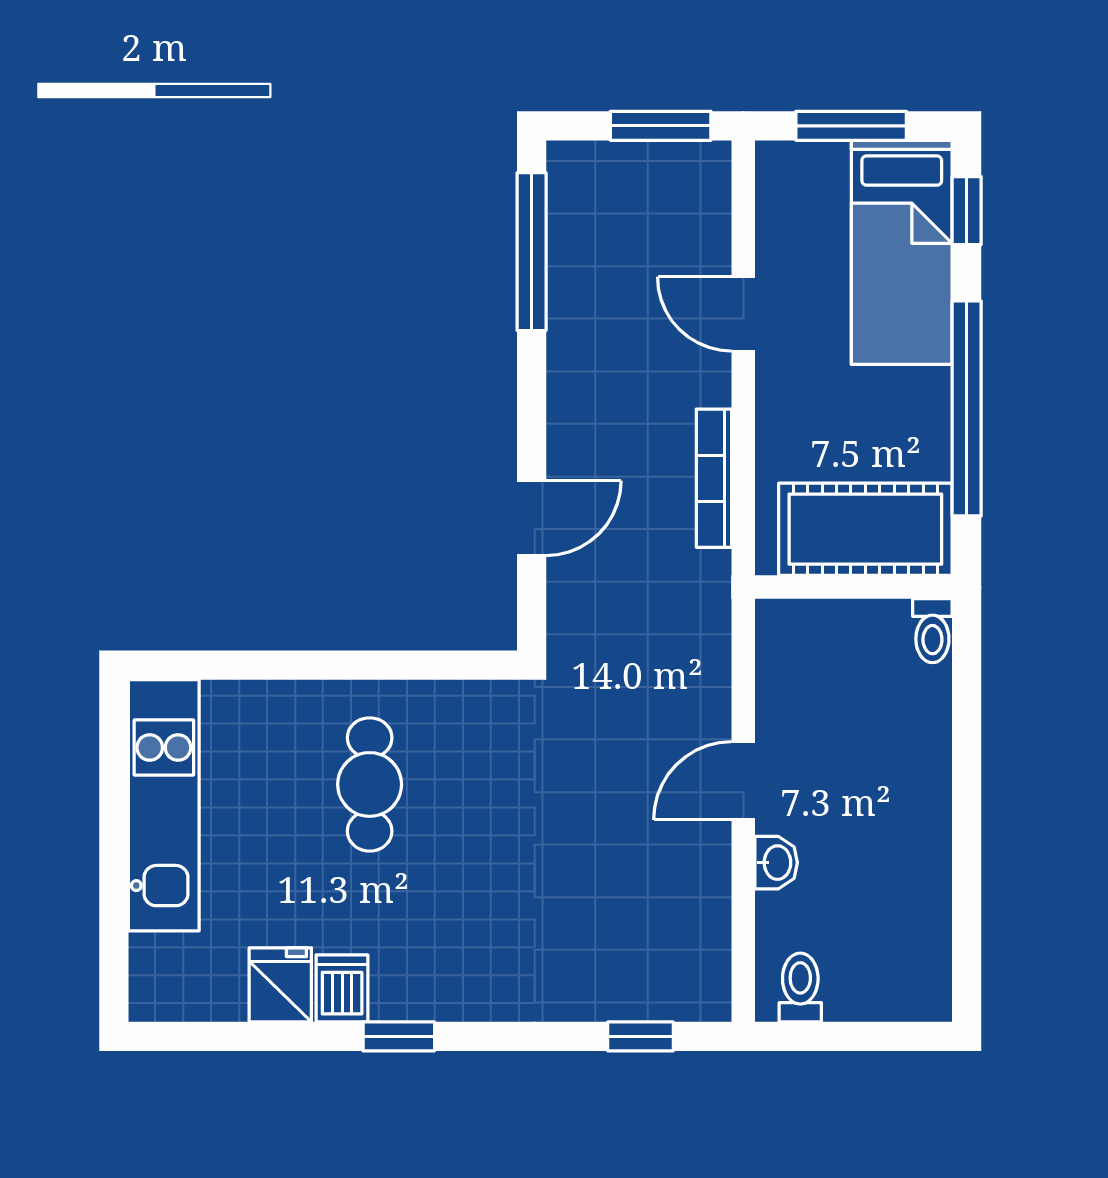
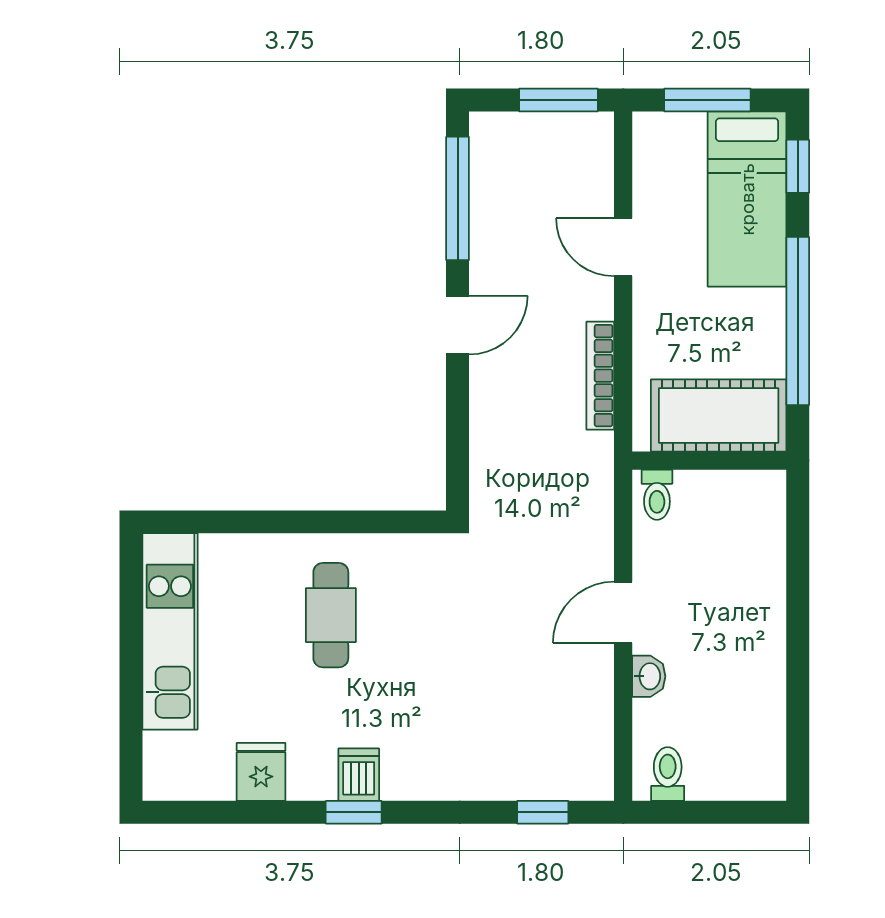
door: (532, 518) -> (458, 325), moved
toilet: (932, 631) -> (657, 495), moved
dishwasher: (342, 988) -> (359, 775), moved

